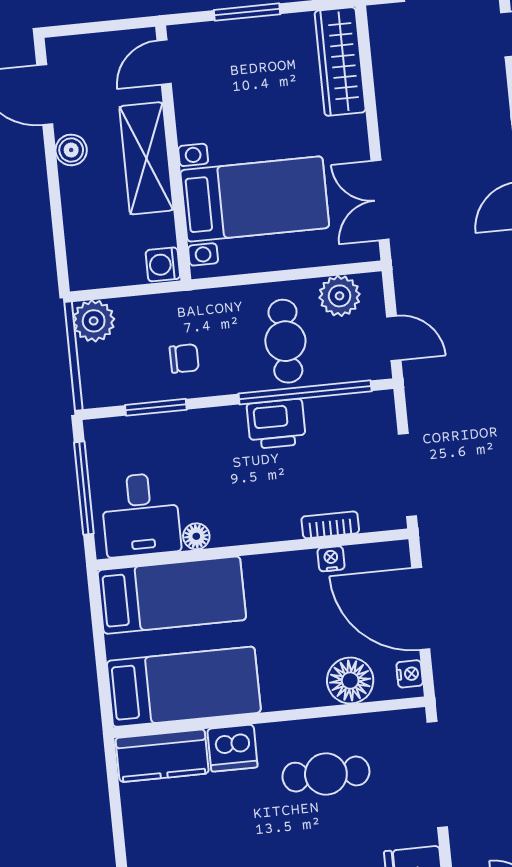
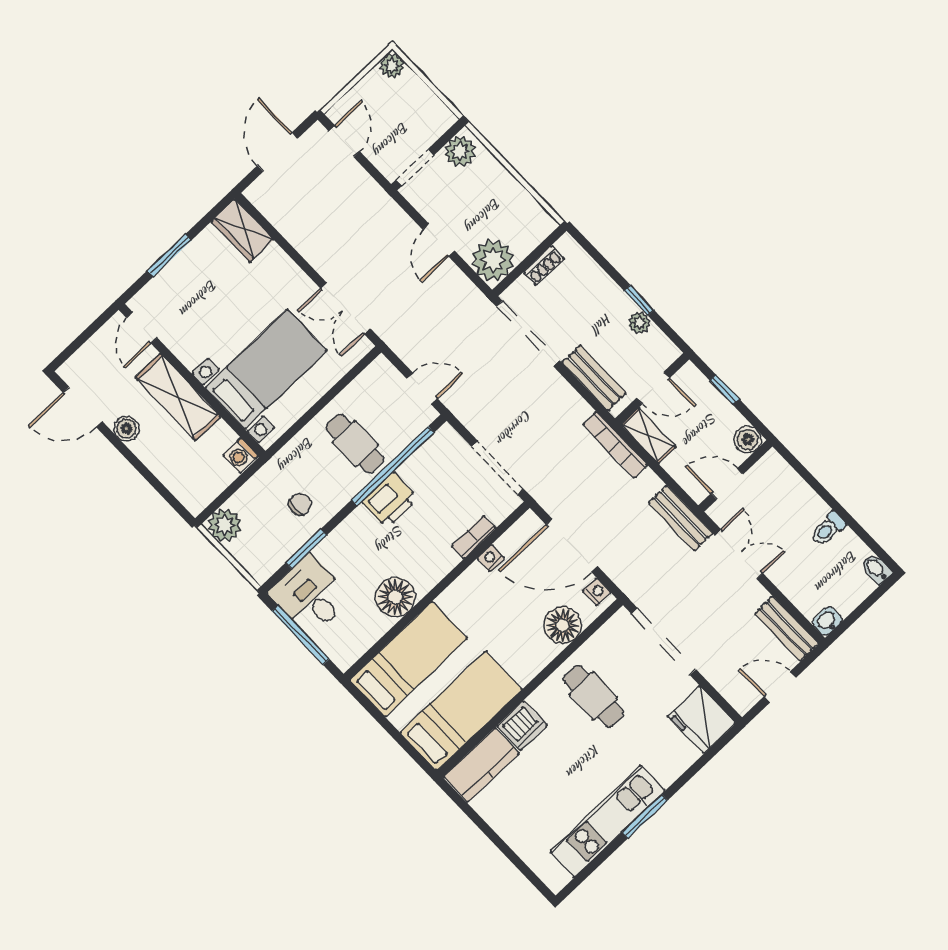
wardrobe: (340, 62) -> (242, 231), width x0.67
plant: (340, 296) -> (367, 389), removed
desk: (141, 515) -> (310, 596), moved, turned 180
floor lamp: (196, 536) -> (395, 597), width x1.89, depth x1.89
cafe table: (326, 774) -> (593, 696), turned 90

